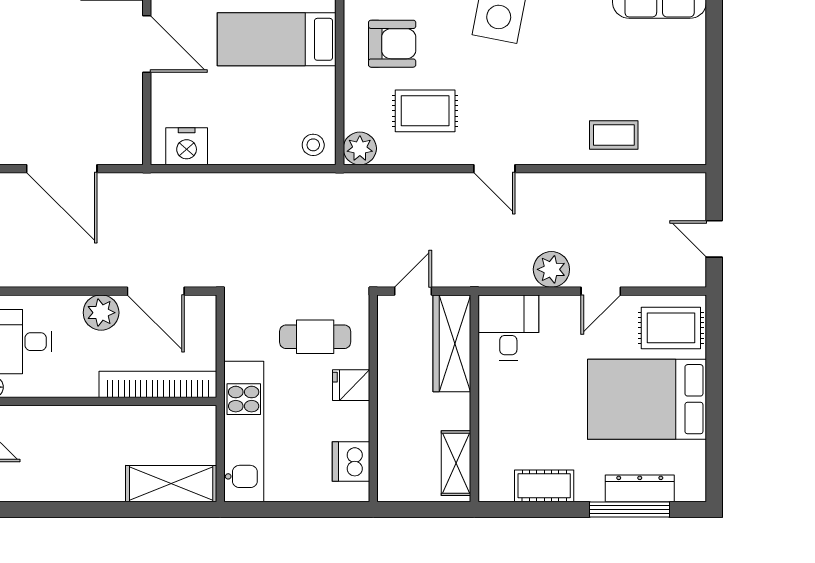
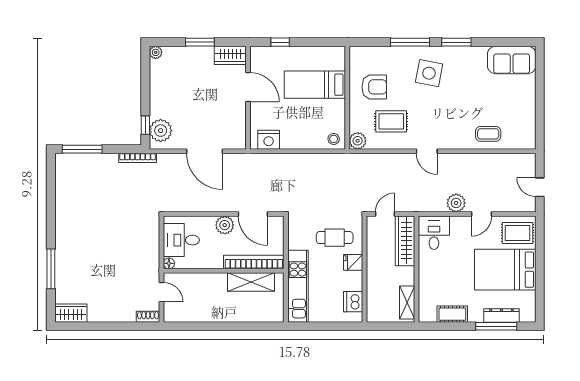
shelving: (171, 484) -> (251, 282), moved

